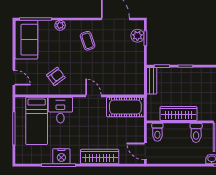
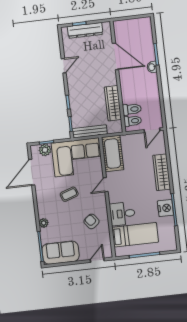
coffee table: (88, 41) -> (69, 194), moved
corner sofa: (126, 69) -> (77, 157), added
bench: (152, 81) -> (90, 131), width x1.36
toilet: (196, 133) -> (132, 109), moved

